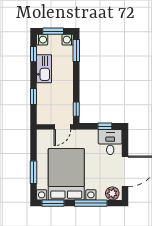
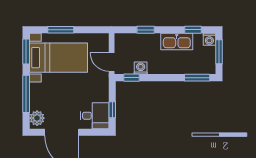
washing machine: (68, 40) -> (141, 68), moved
bed with nightstands: (66, 174) -> (58, 58), width x0.73

